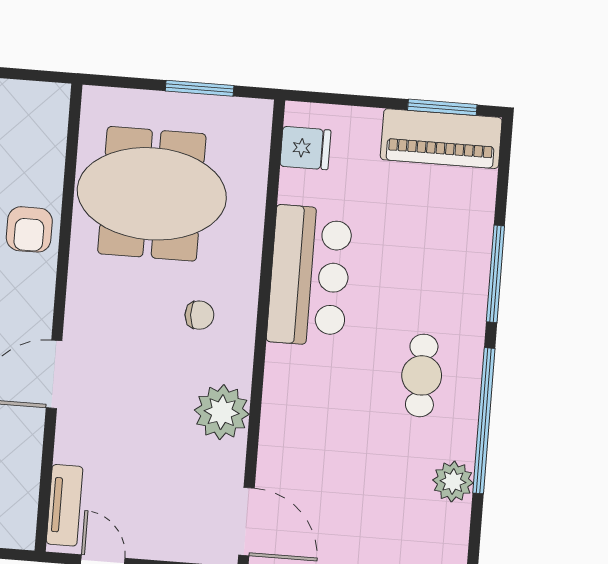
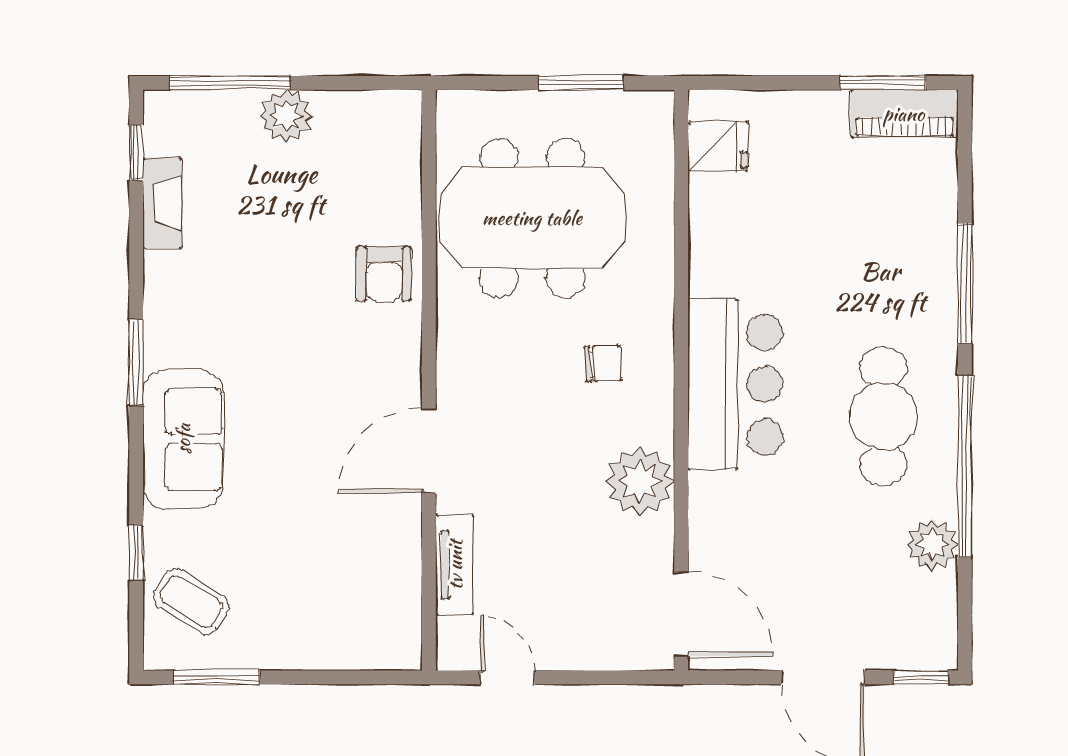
piano: (441, 139) -> (904, 114), width x0.73, depth x0.75
bar counter: (310, 276) -> (735, 385), moved
cafe table: (422, 375) -> (883, 416), width x1.37, depth x1.35
tv unit: (65, 505) -> (455, 565), moved

